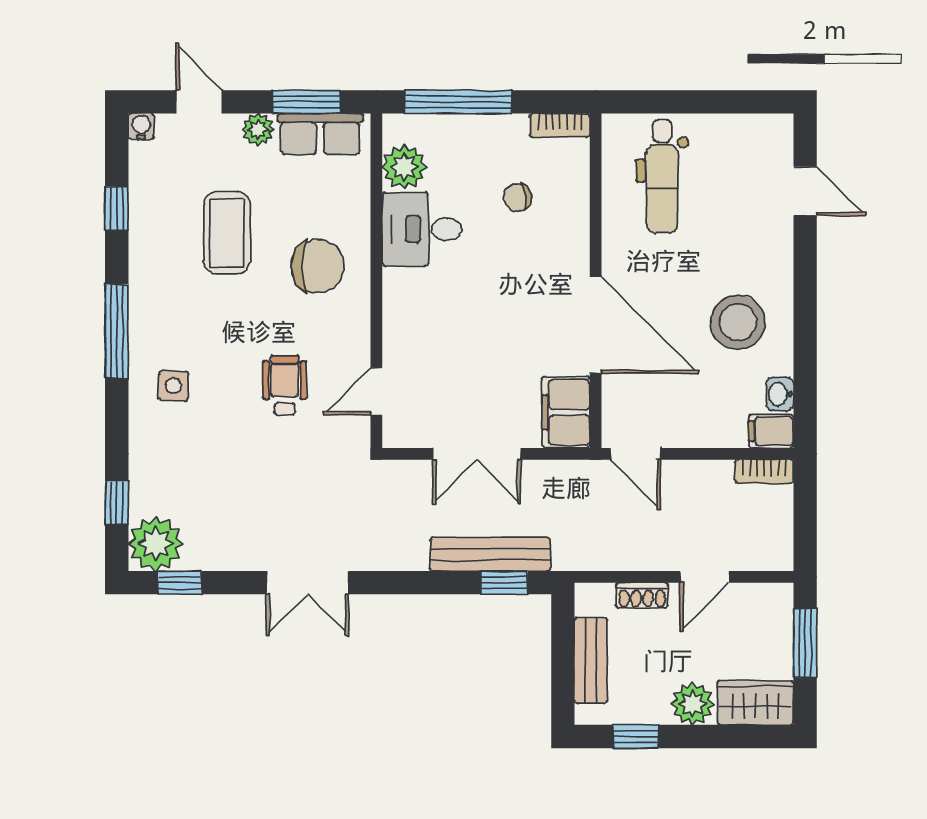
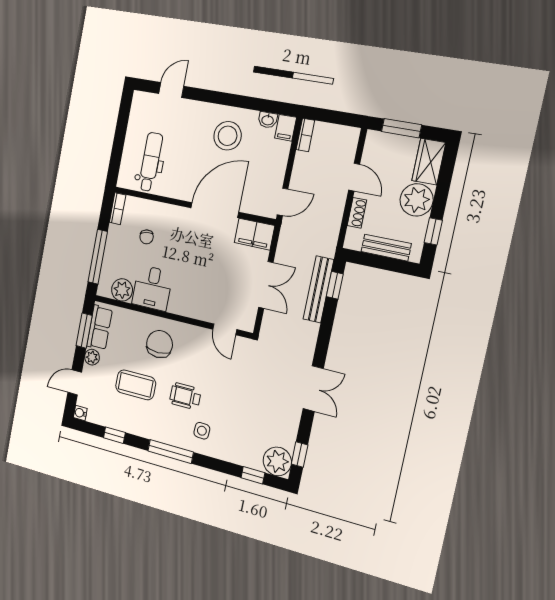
dental chair: (662, 176) -> (150, 162), turned -90
wheelchair: (285, 385) -> (185, 396), moved
plant: (693, 704) -> (417, 200), width x1.36, depth x1.36

